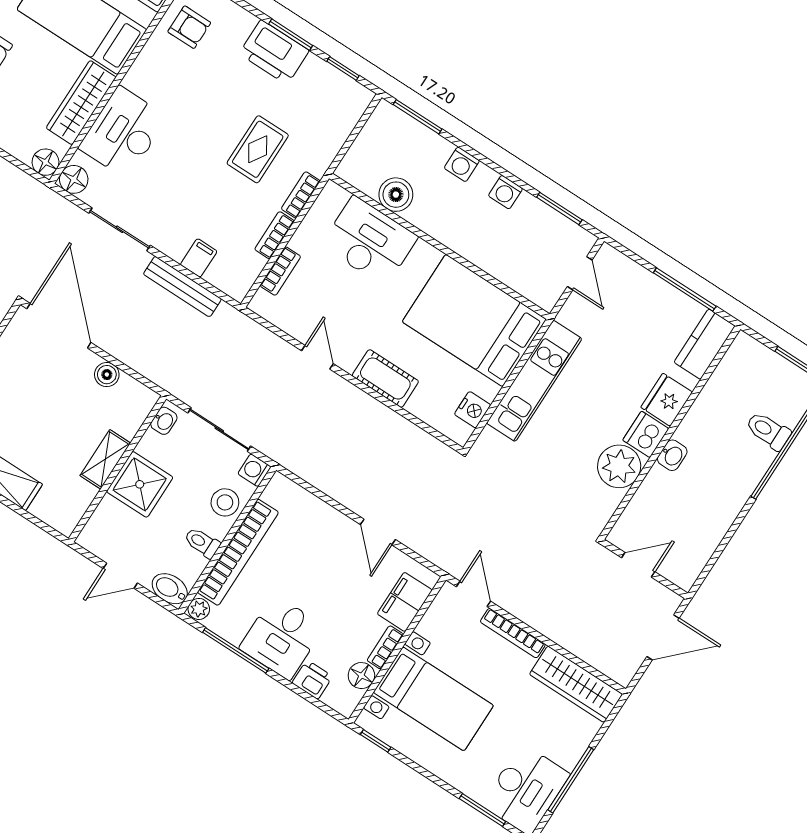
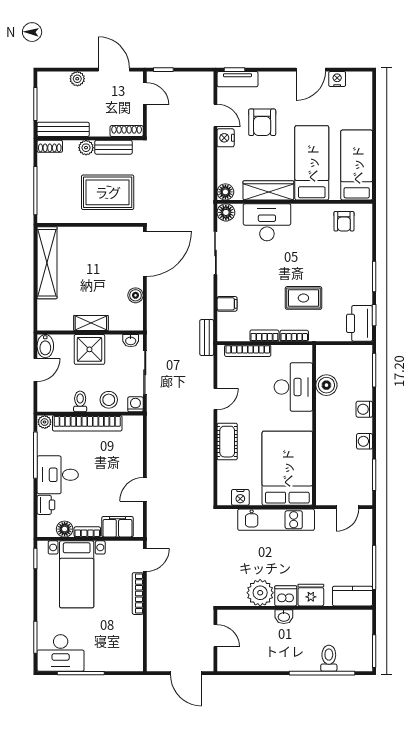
printer: (274, 52) -> (360, 323), moved
bookcase: (280, 271) -> (248, 351), width x1.56
bench: (182, 287) -> (207, 337), moved, width x0.73
door: (120, 576) -> (35, 370), swing flipped
bidet: (170, 589) -> (45, 346), moved, turned 180
wardrobe: (576, 684) -> (132, 644), removed

